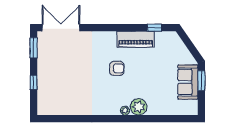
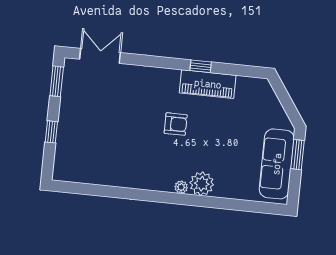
double door: (61, 28) -> (100, 56), width x0.73
window: (154, 28) -> (201, 66), moved
sofa: (188, 82) -> (277, 164), width x1.36

